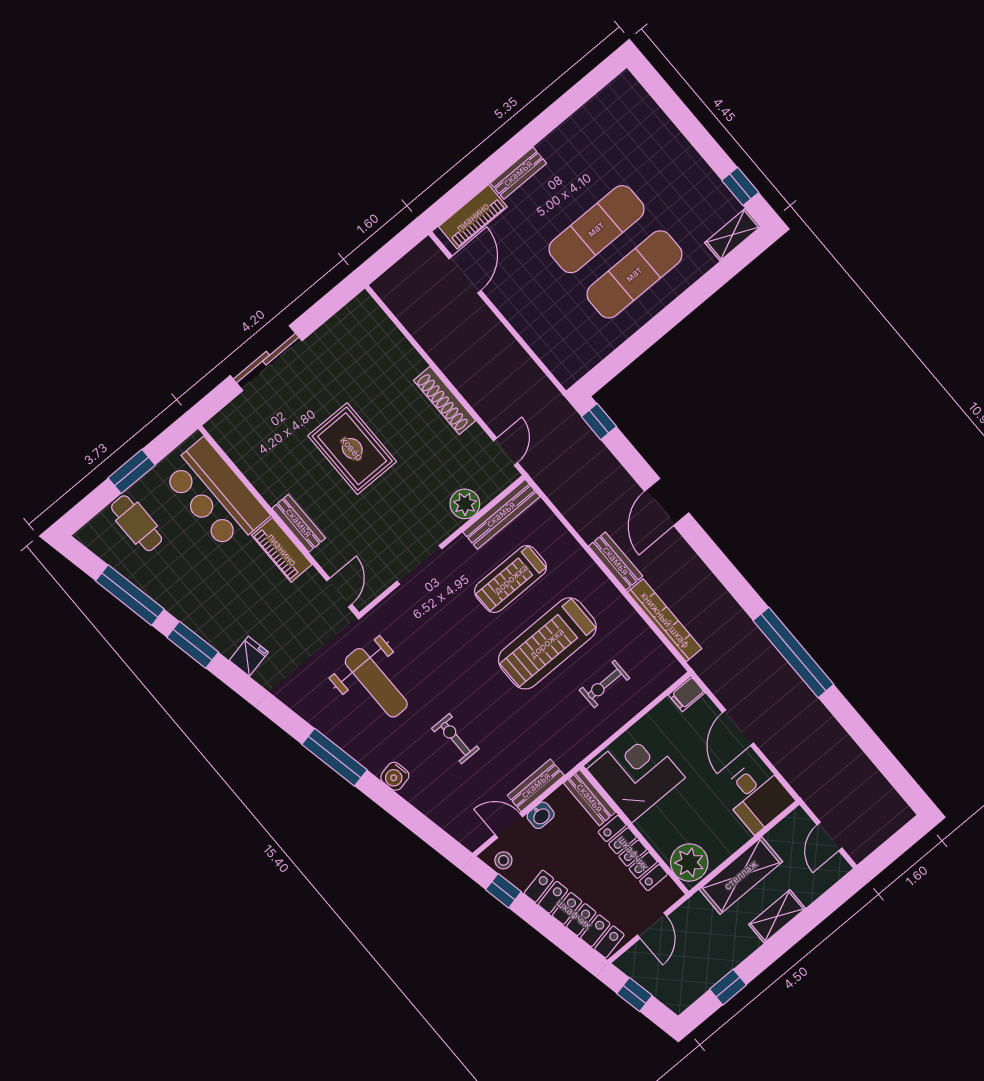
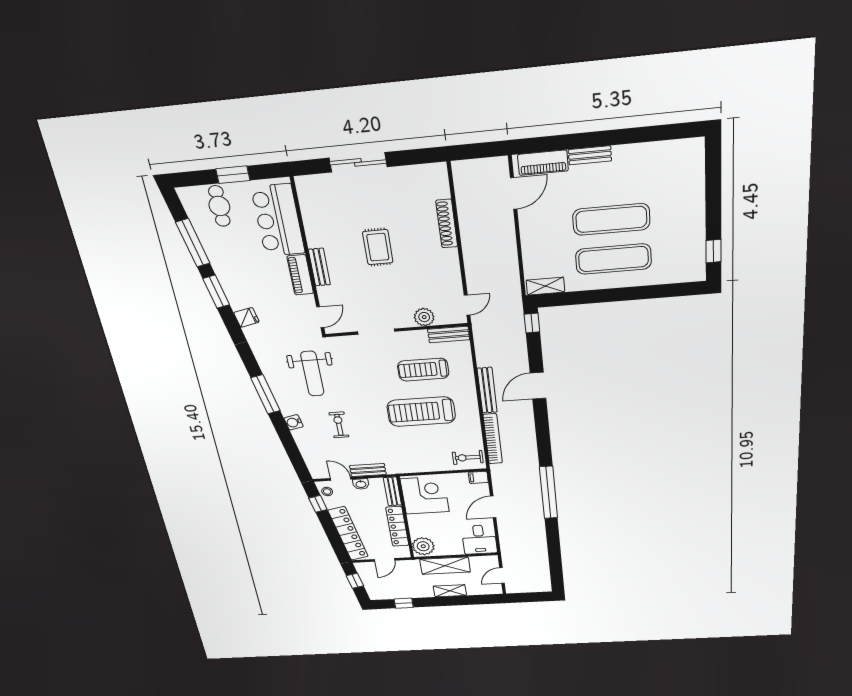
shelving: (733, 235) -> (545, 286), moved
shoe rack: (445, 400) -> (447, 224), moved
rug: (352, 449) -> (378, 247), width x0.73, depth x0.70
bench: (501, 514) -> (449, 335), width x0.73
bench: (616, 561) -> (487, 390), width x1.36
exercise bike: (604, 684) -> (468, 457), moved

